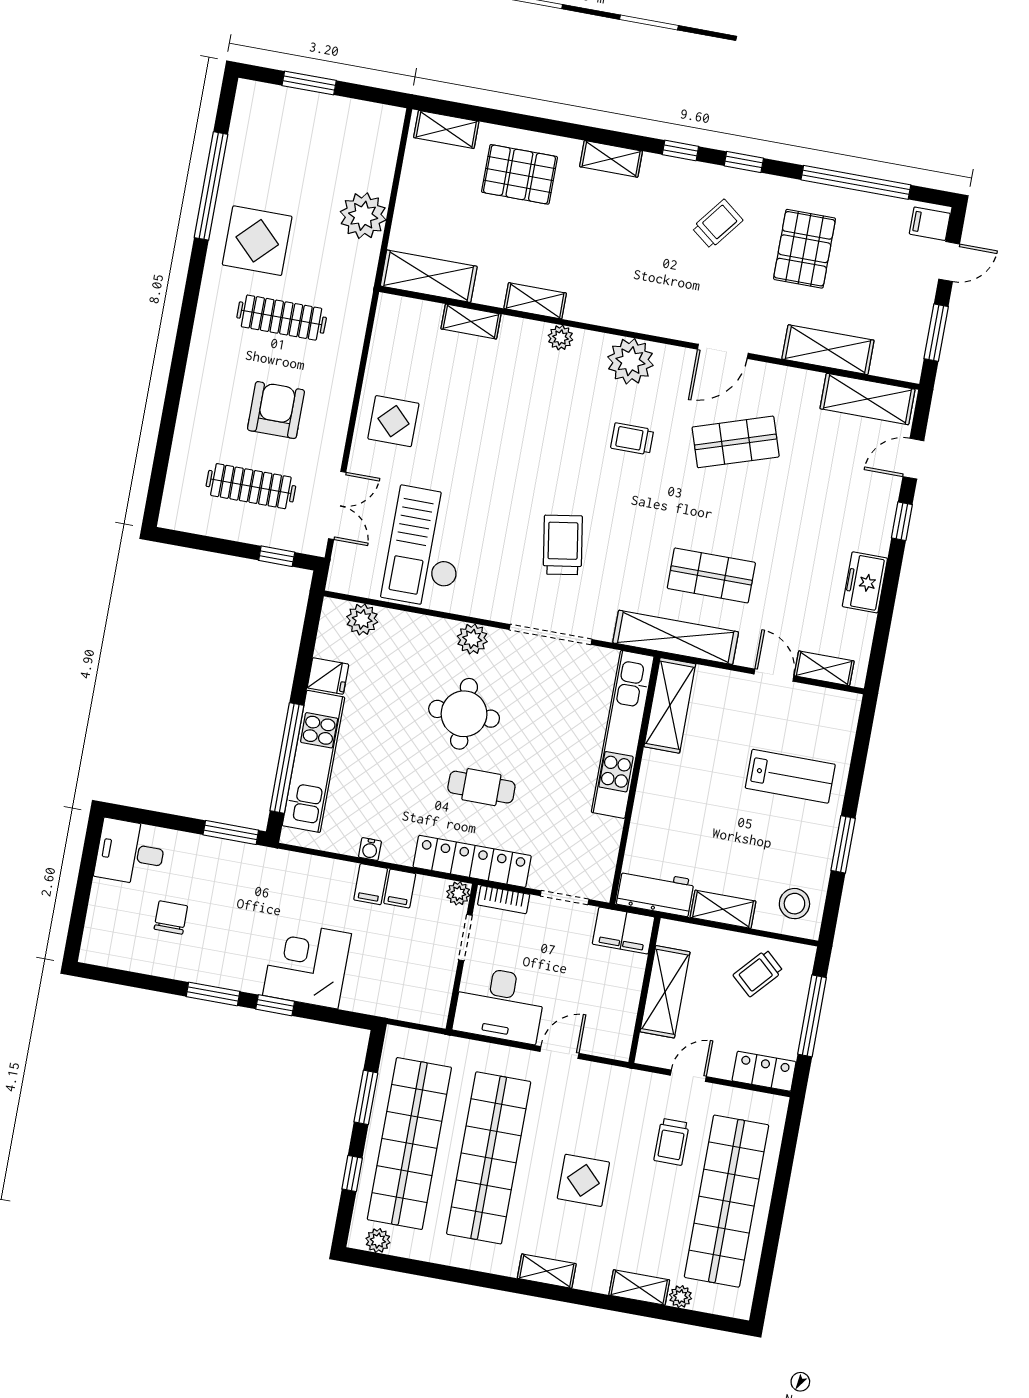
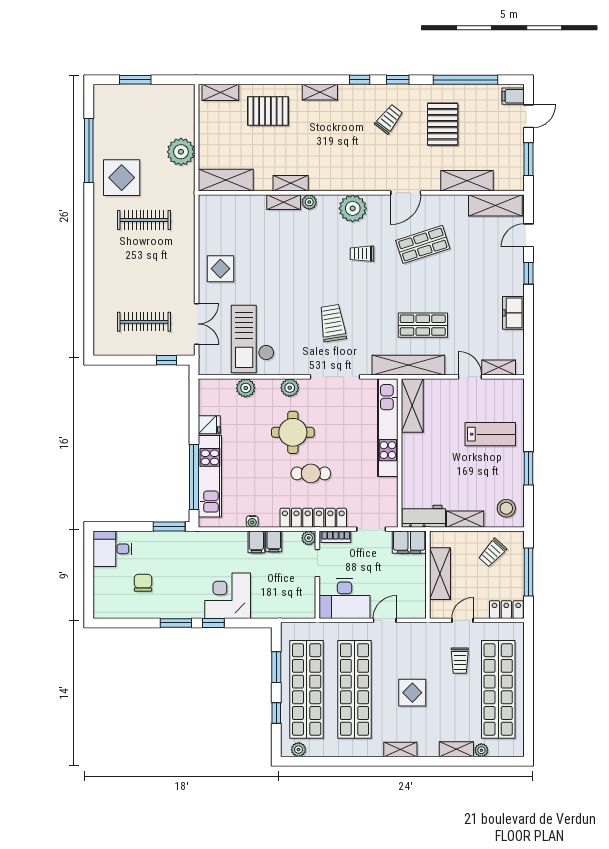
shelving: (471, 321) -> (284, 202), moved
armchair: (276, 410) -> (151, 275), removed
plant: (362, 619) -> (246, 388), moved

